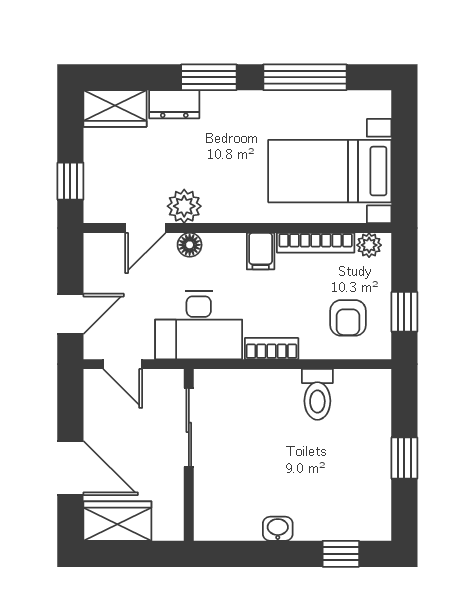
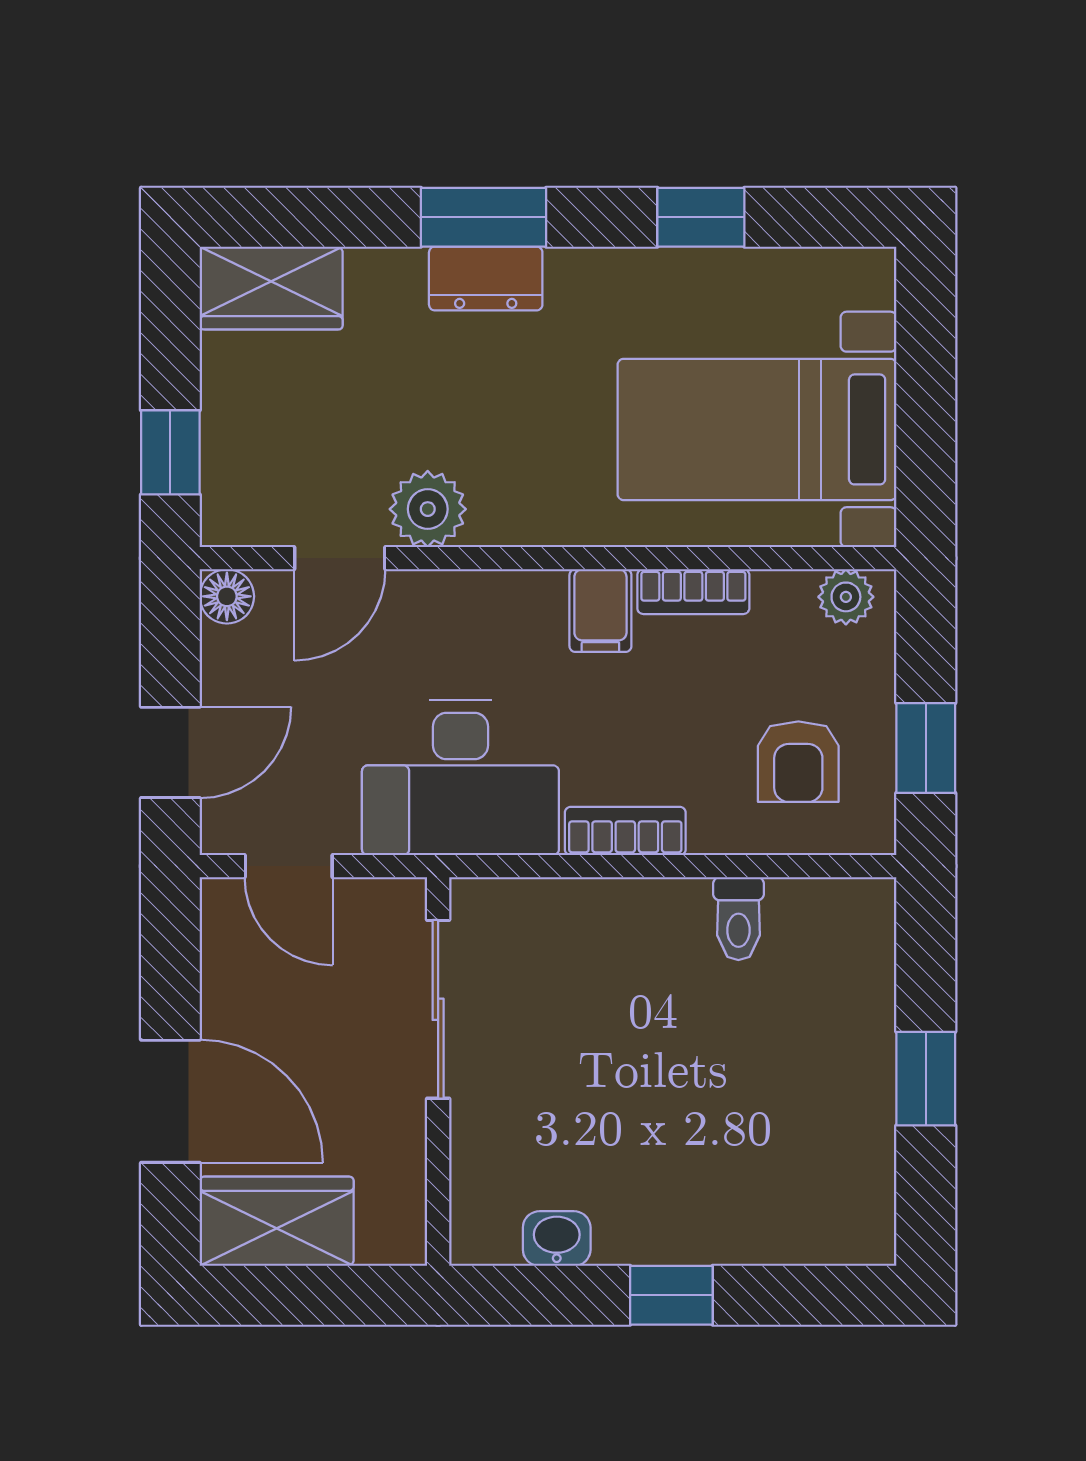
window: (305, 77) -> (701, 217), width x0.46
dresser: (174, 104) -> (486, 278), moved
bookcase: (316, 243) -> (693, 592), width x0.64
floor lamp: (190, 245) -> (227, 596), moved
toilet: (317, 394) -> (738, 919), width x0.73, depth x0.72
washbasin: (278, 529) -> (557, 1239), moved
window: (341, 554) -> (671, 1295), moved

